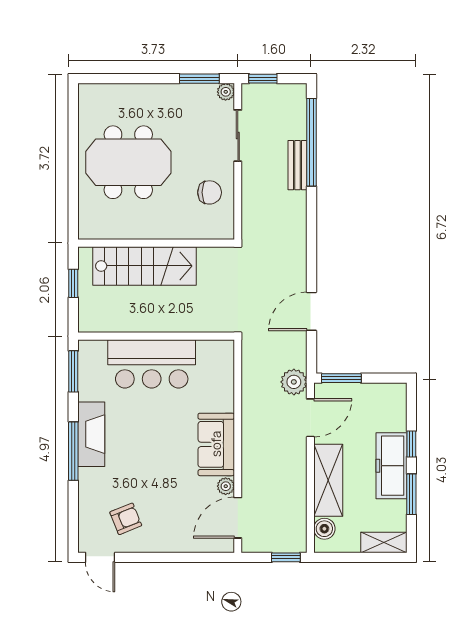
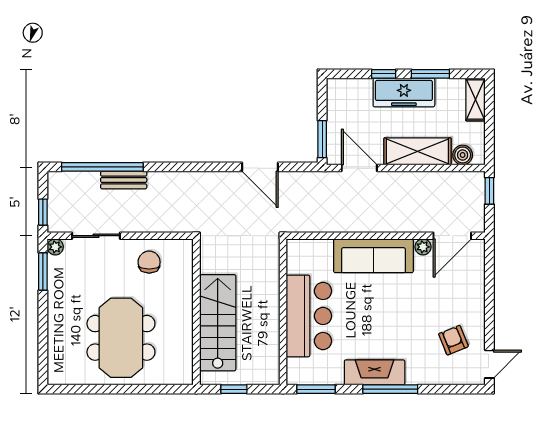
plant: (294, 382) -> (326, 183), removed
sofa: (216, 444) -> (373, 256), width x1.36
door: (238, 518) -> (452, 236), hinge flipped

